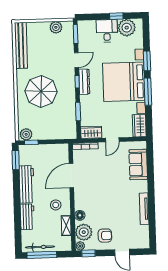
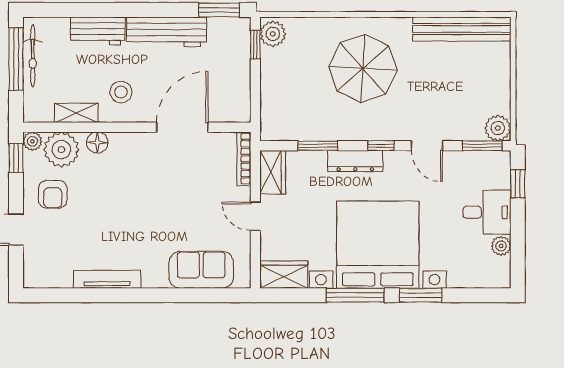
window: (116, 16) -> (518, 184), moved
plant: (56, 27) -> (498, 128), moved
plant: (127, 28) -> (501, 246), width x0.53, depth x0.53
dresser: (84, 82) -> (355, 161), moved
door: (71, 176) -> (182, 127), hinge flipped

